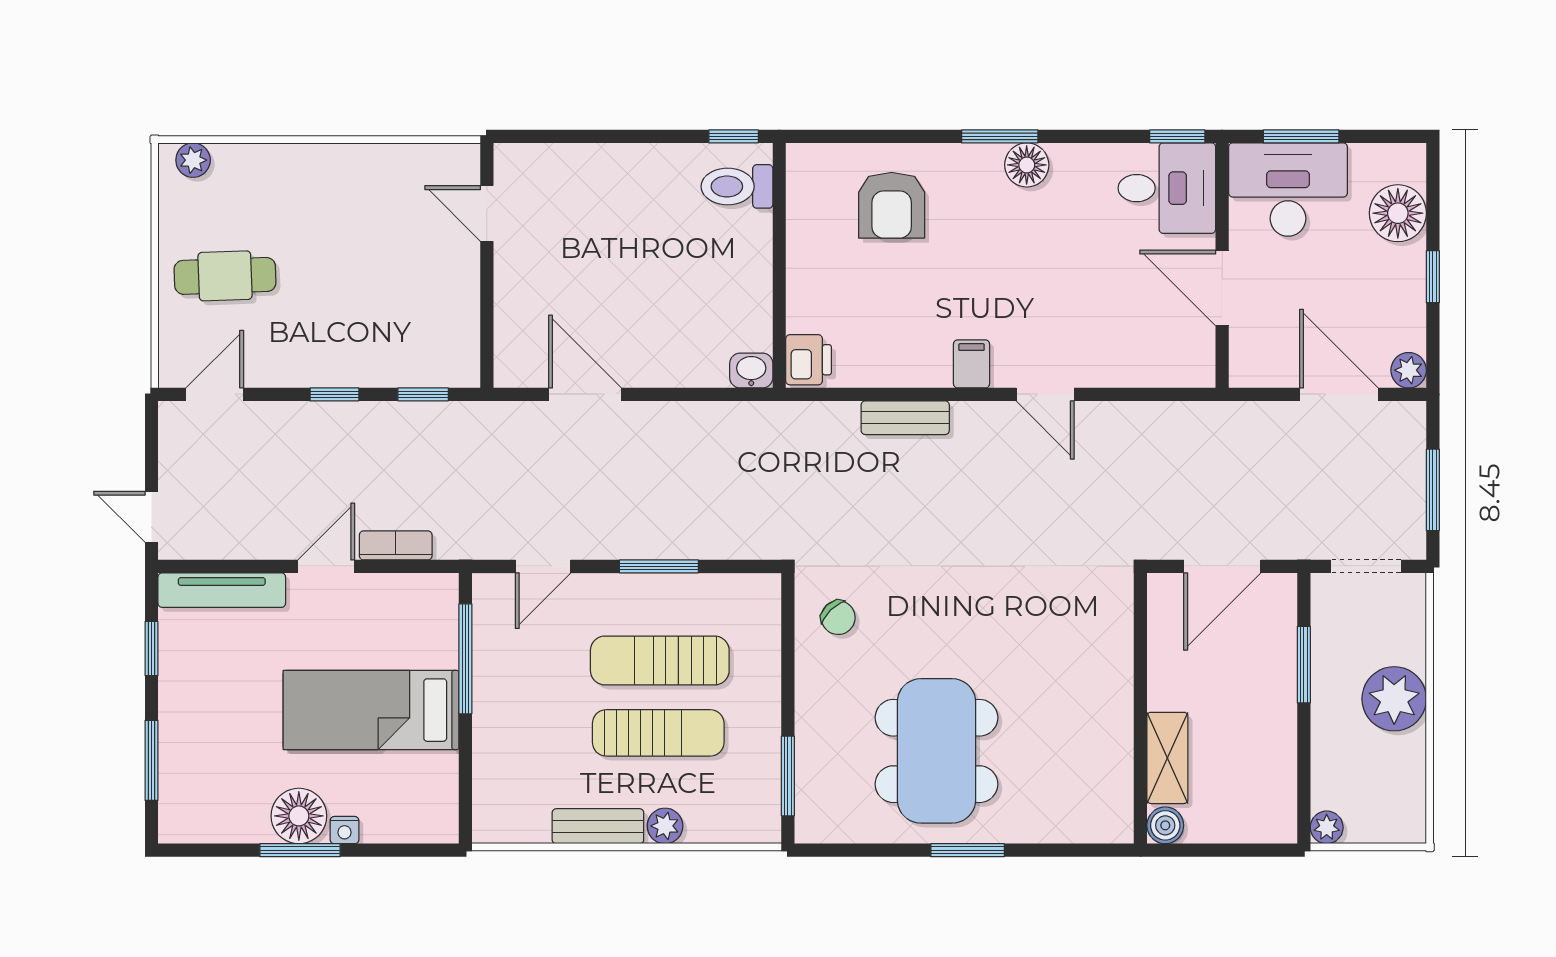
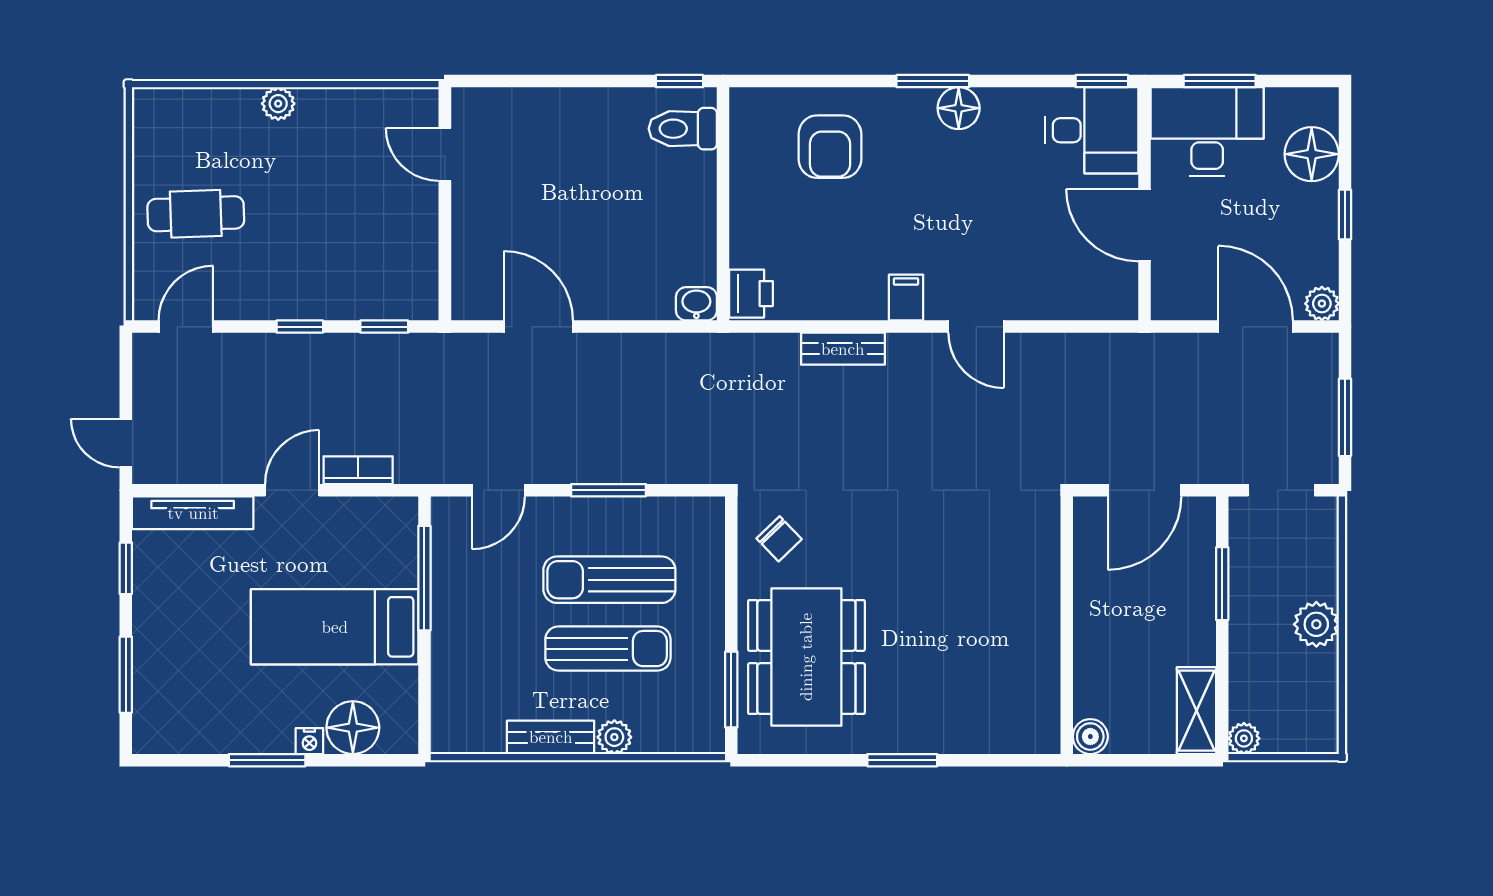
plant: (193, 160) -> (278, 104), moved
plant: (1394, 699) -> (1316, 624), width x0.73, depth x0.73
dining table: (936, 751) -> (806, 657), moved
shelving: (1167, 758) -> (1196, 711), moved
floor lamp: (299, 816) -> (353, 728), moved

